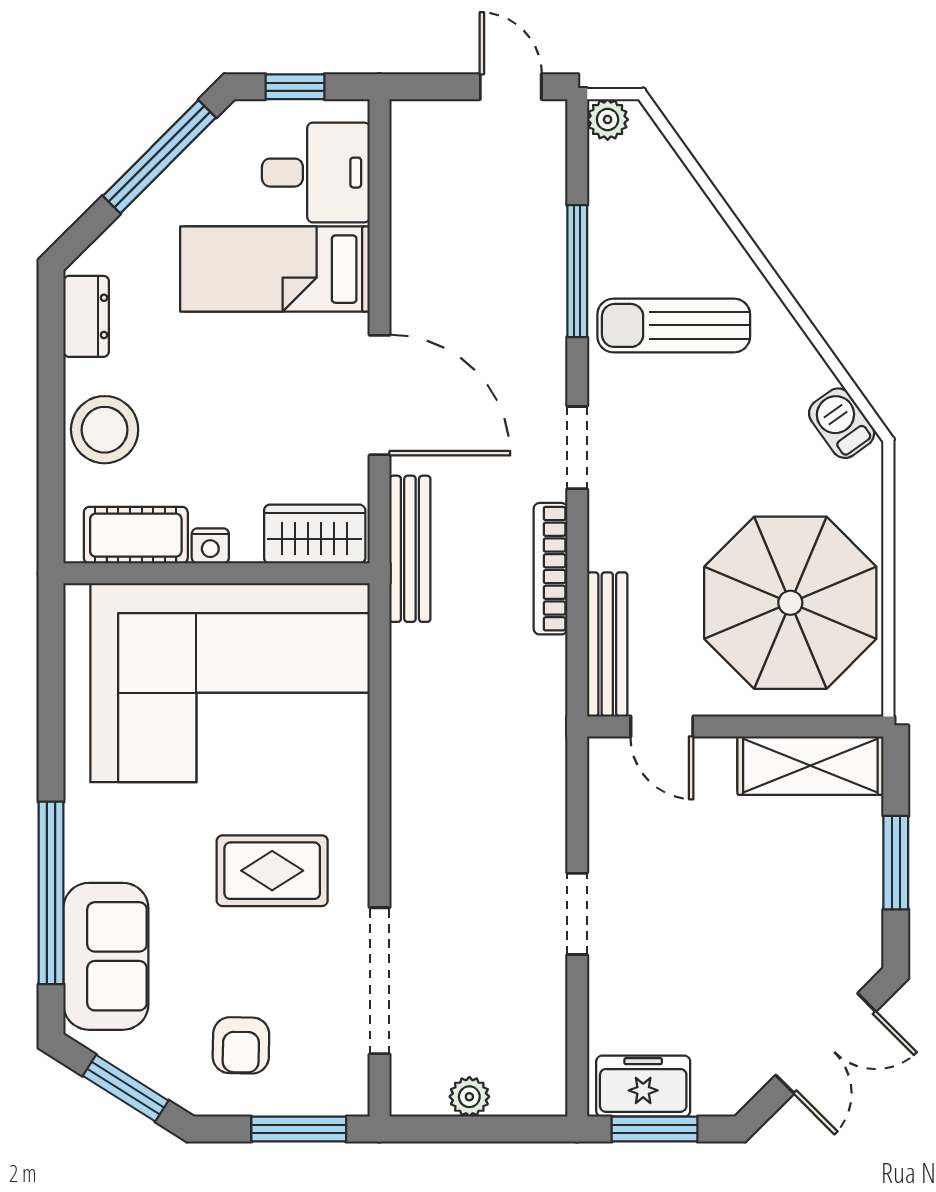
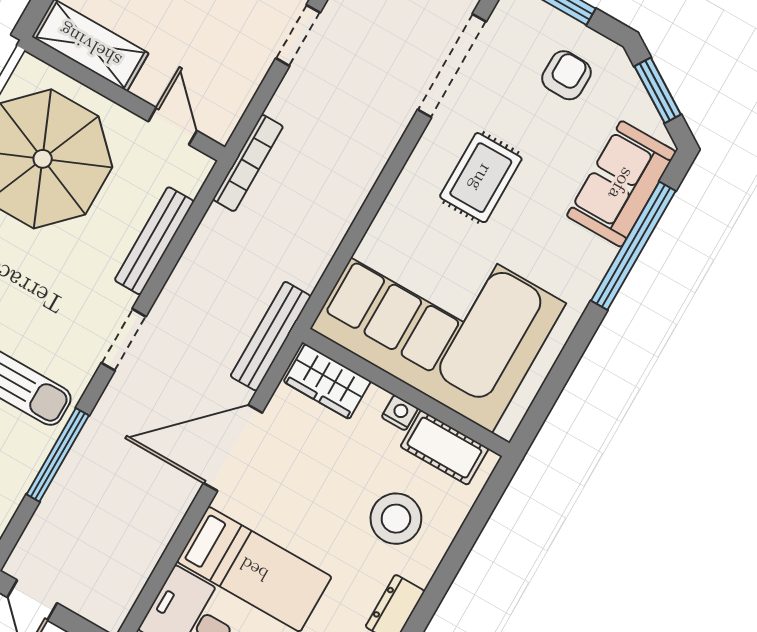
door: (380, 395) -> (233, 448), hinge flipped
stool: (105, 430) -> (396, 519), moved
bookcase: (551, 569) -> (248, 163), moved
bench: (607, 644) -> (154, 241), moved
rug: (272, 871) -> (481, 178), turned 90

